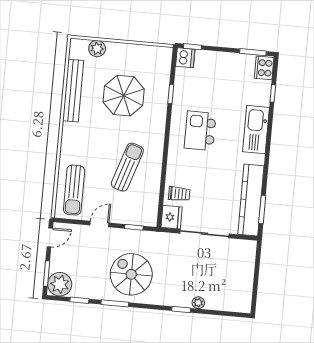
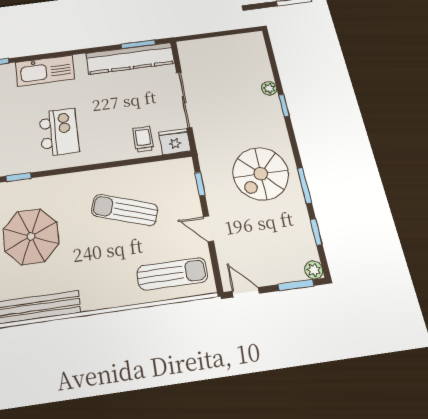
kitchen island: (200, 131) -> (59, 132), turned -90
plant: (60, 284) -> (314, 270), width x0.53, depth x0.53

